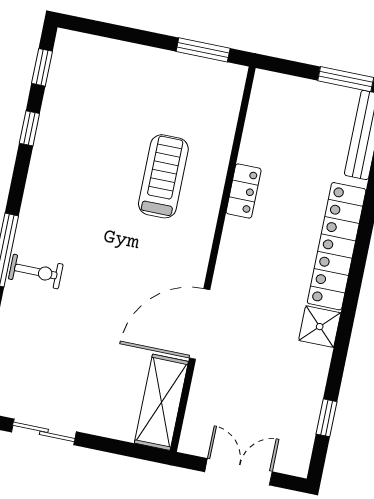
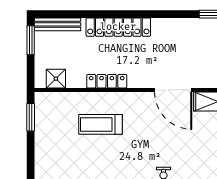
locker: (244, 191) -> (107, 81), width x1.53
shower: (320, 327) -> (56, 79), moved

